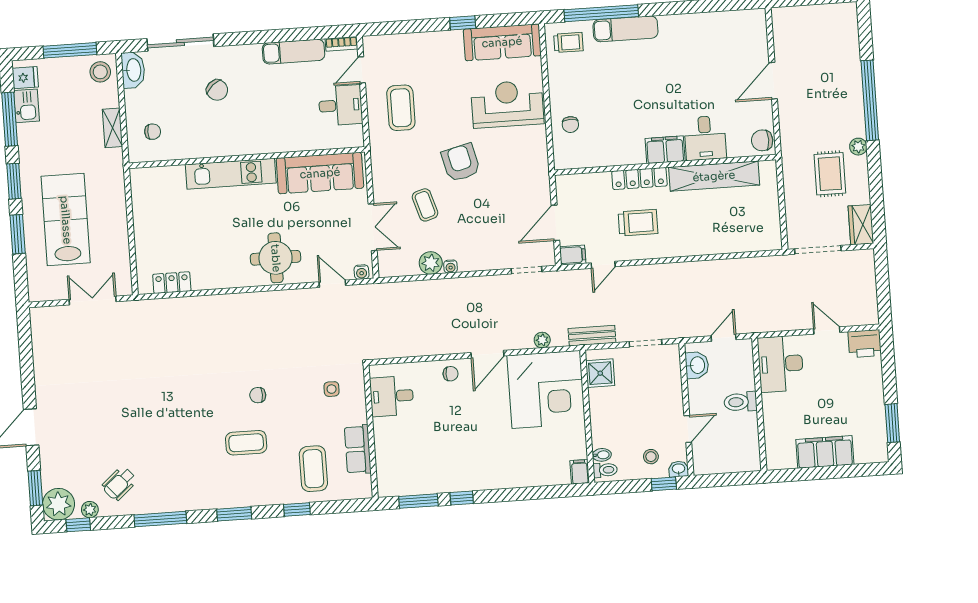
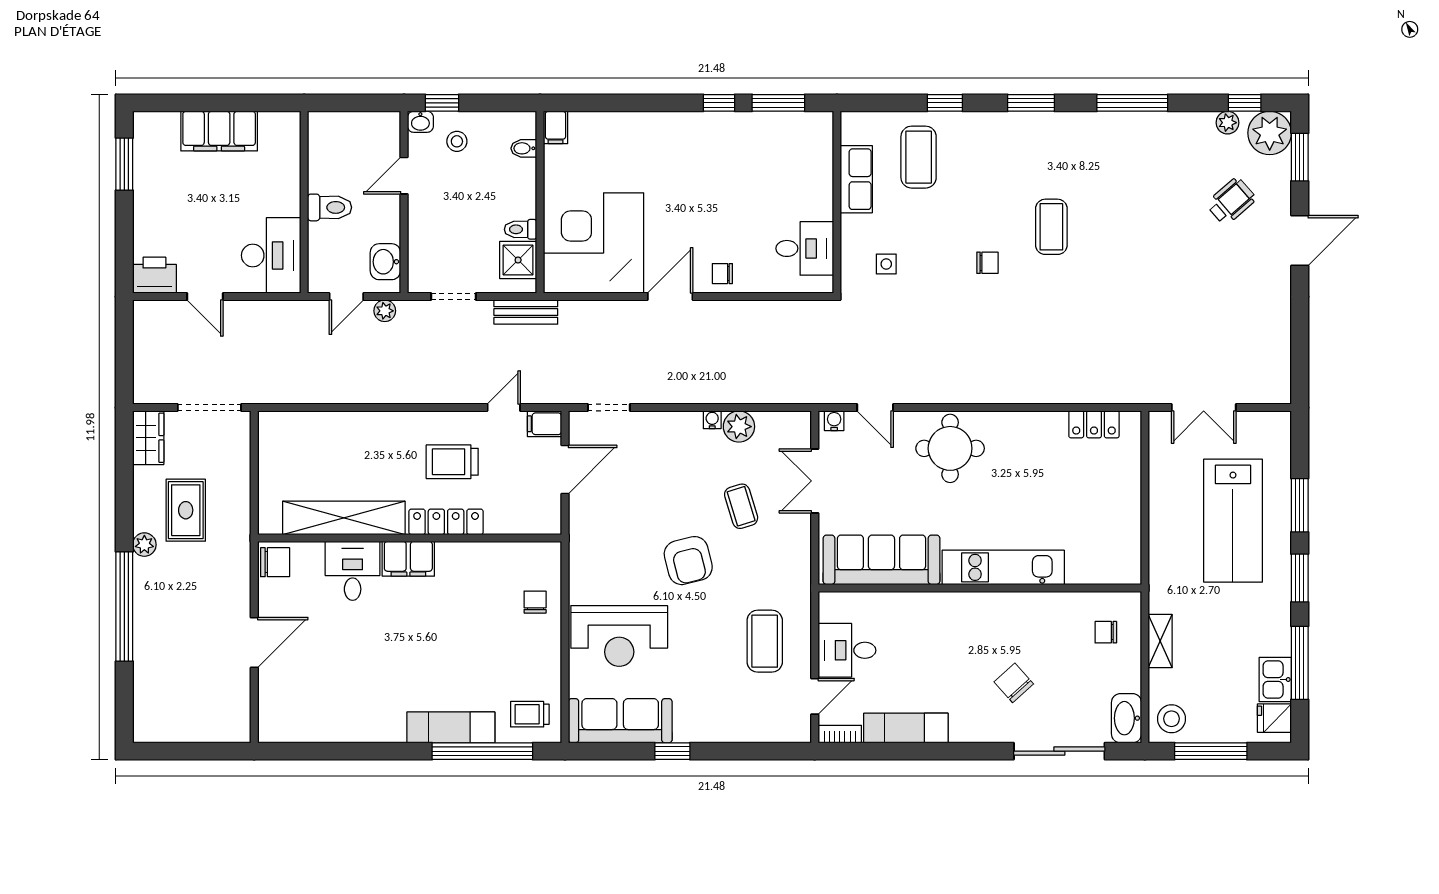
plant: (542, 340) -> (385, 311), moved
coffee table: (246, 443) -> (1051, 227), moved, turned 90
toilet: (605, 470) -> (521, 229), moved
wheelchair: (119, 483) -> (1231, 201), moved

